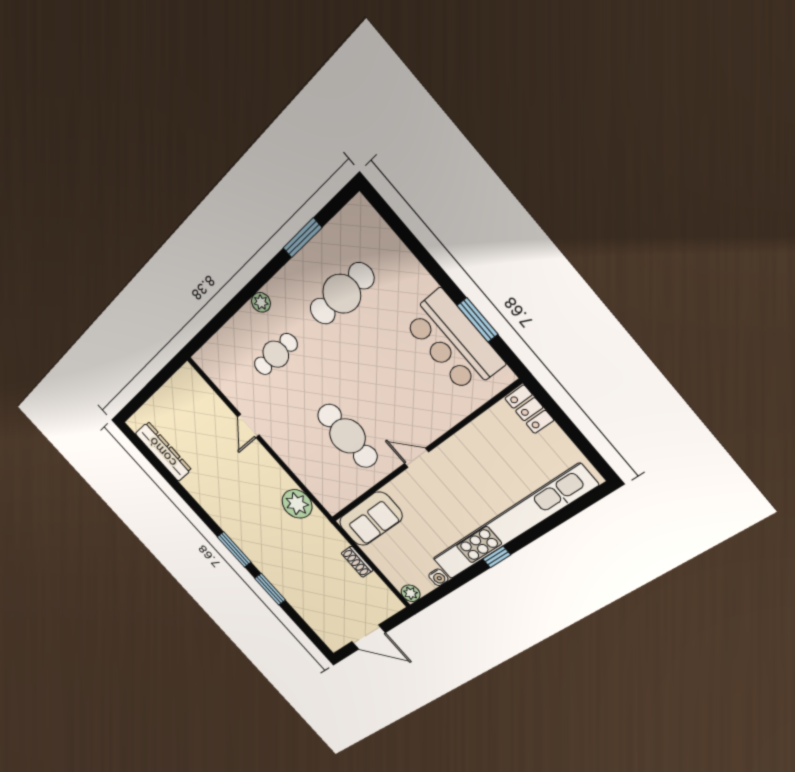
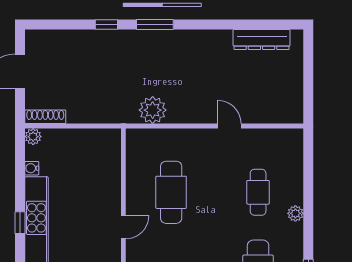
cafe table: (347, 436) -> (171, 192), turned 90
sofa: (371, 519) -> (105, 156), removed
shoe rack: (357, 562) -> (45, 117), moved, width x1.43
window: (270, 589) -> (106, 25), width x0.67

